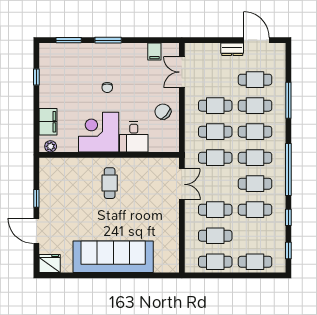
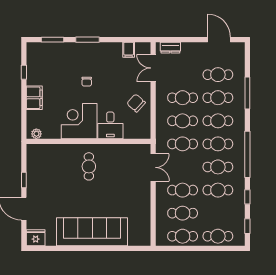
dresser: (232, 49) -> (170, 48), moved
filing cabinet: (48, 122) -> (34, 98), moved

